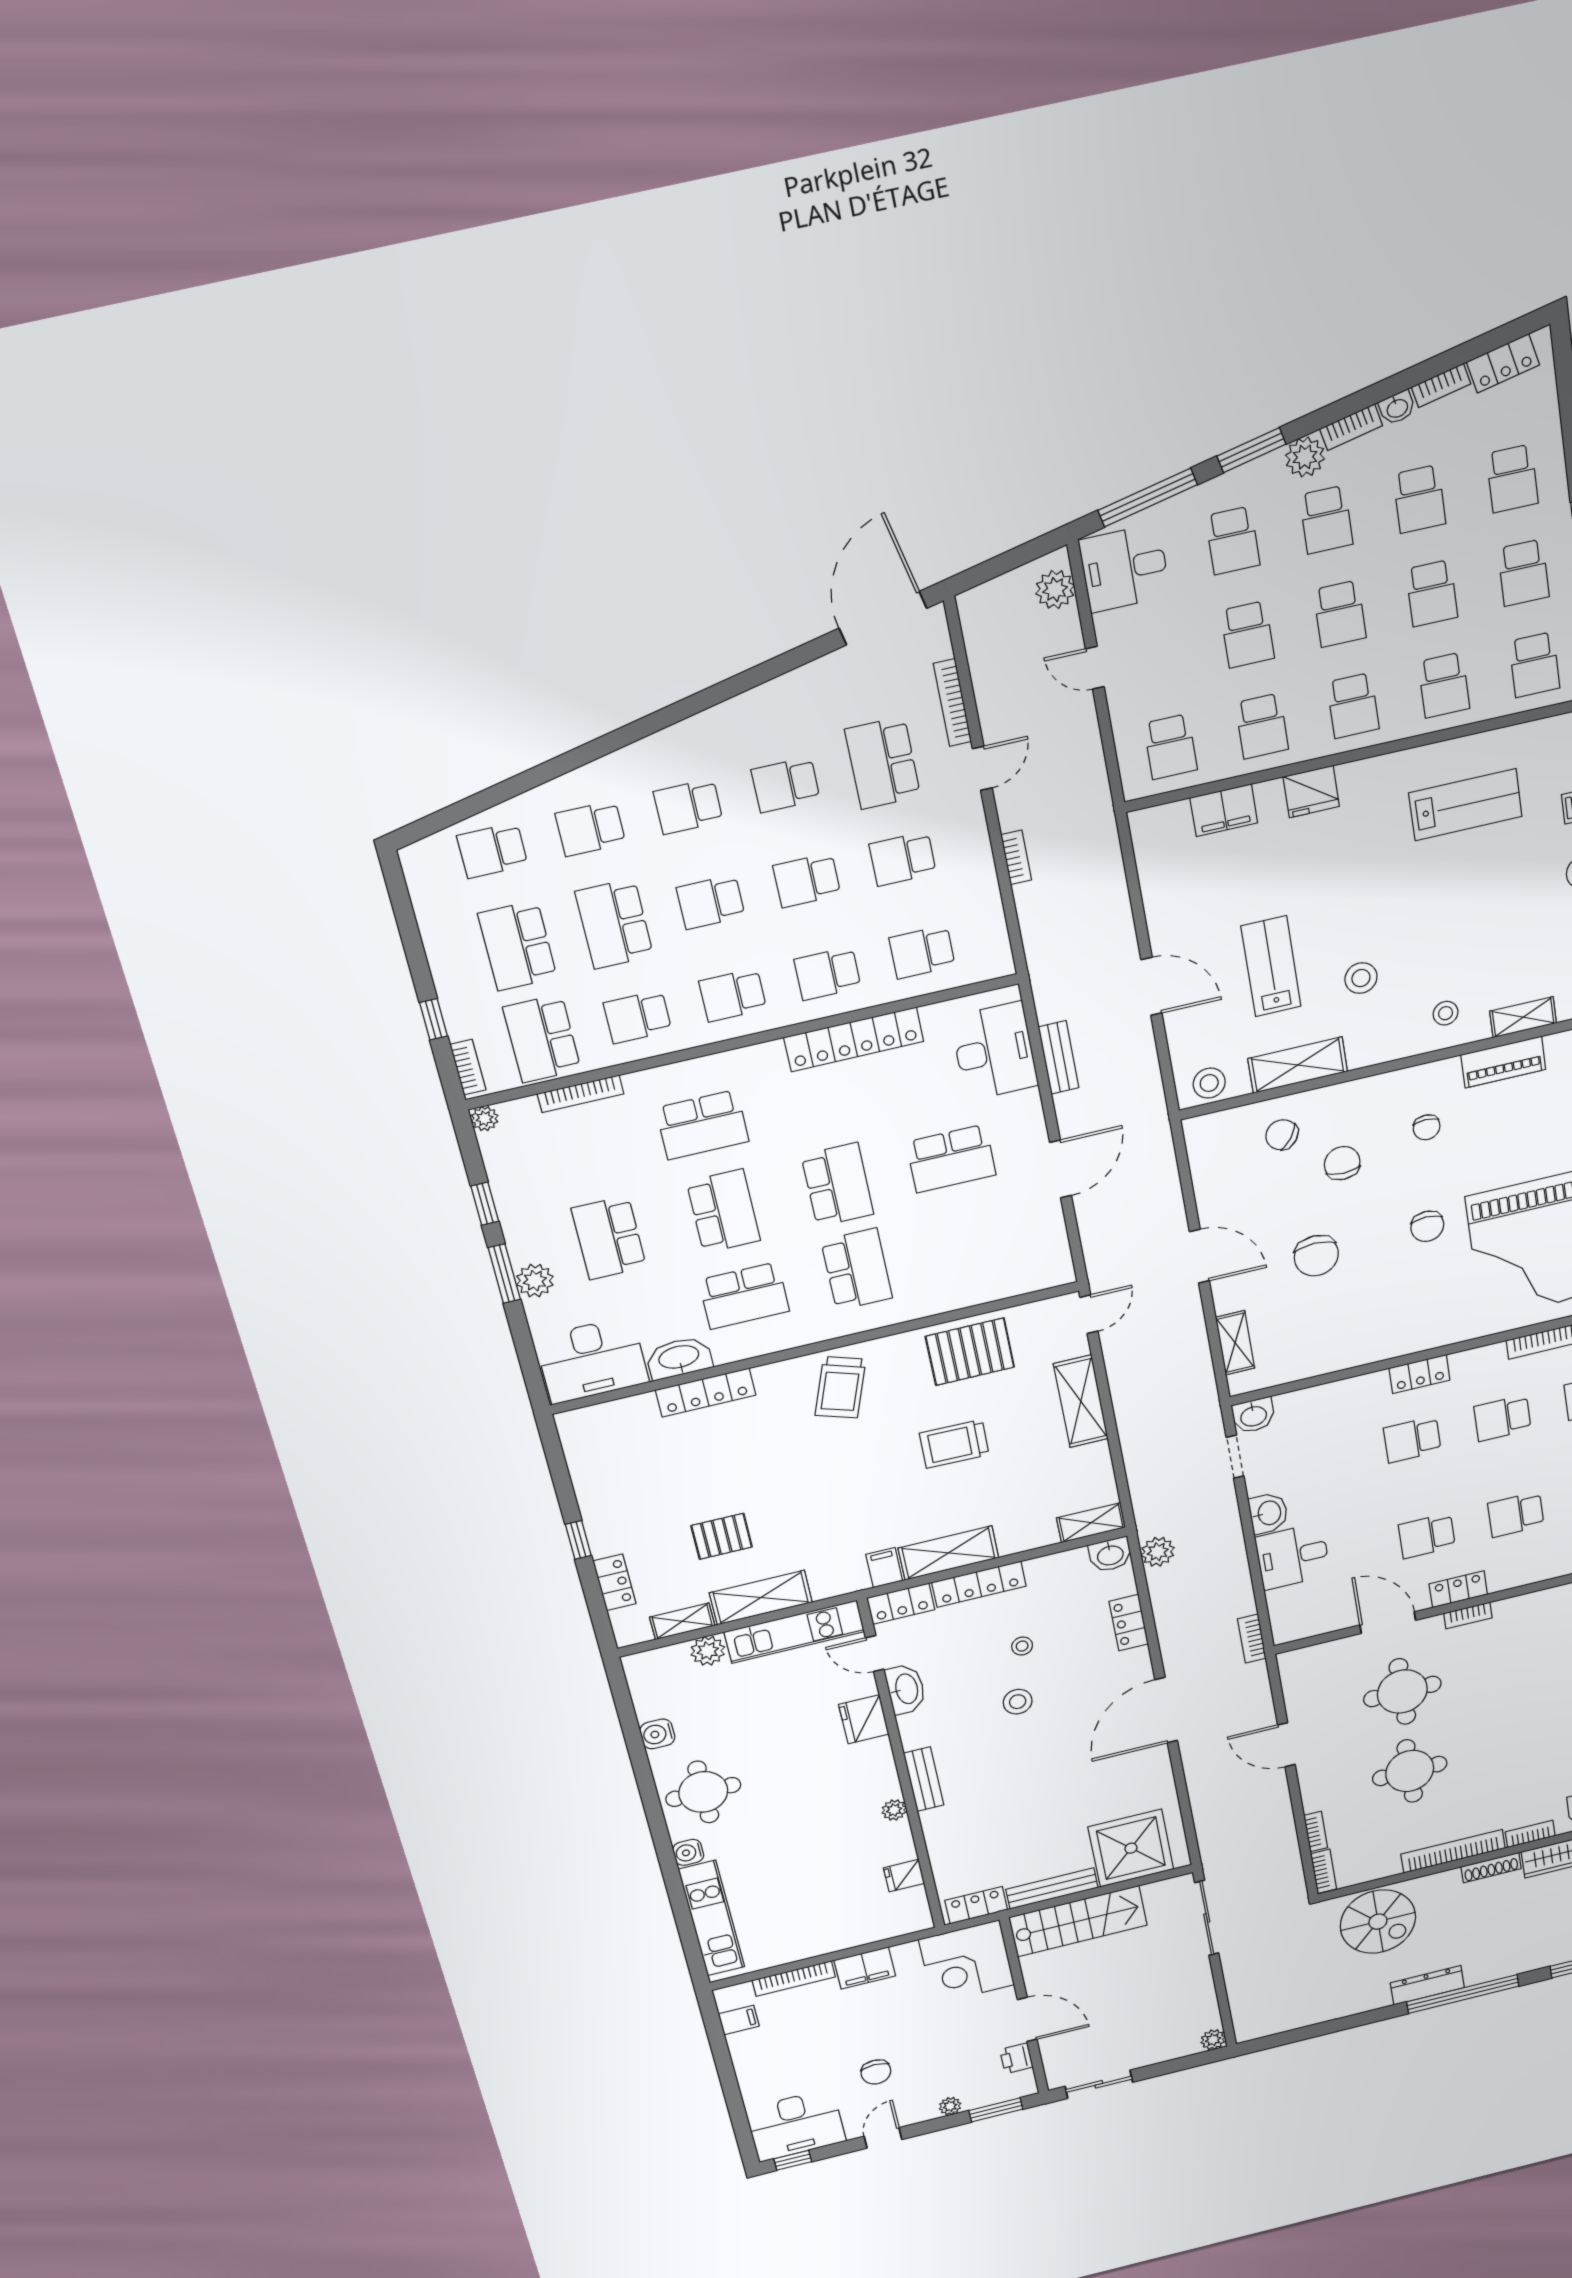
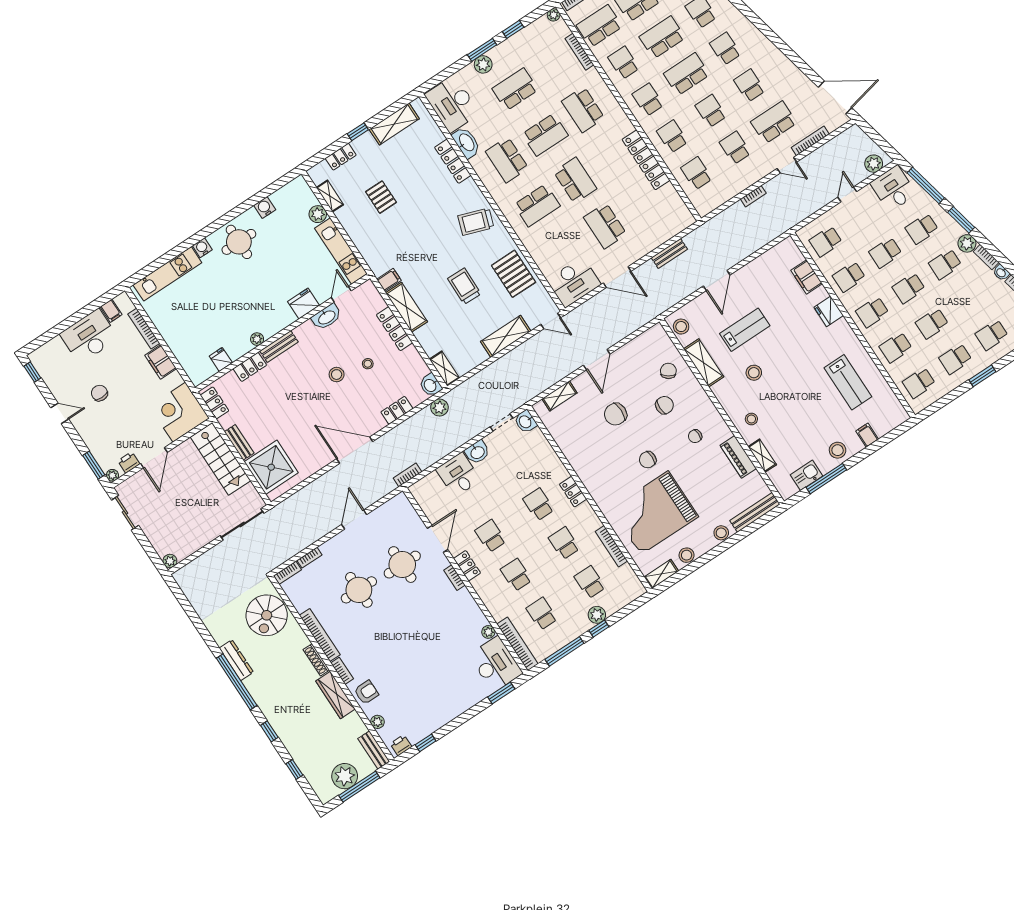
school desk: (1419, 499) -> (968, 300), removed
school desk: (711, 902) -> (687, 74), width x1.85
desk: (994, 1051) -> (574, 282), moved
school desk: (837, 1185) -> (575, 180), turned -90
shelving: (761, 1598) -> (394, 124), moved, turned 90
locker: (901, 1604) -> (250, 367), moved, turned -90
bench: (1052, 1889) -> (239, 442), width x0.73
chair: (876, 2072) -> (99, 393), turned 90
plant: (950, 2106) -> (112, 475), moved
desk: (796, 2125) -> (89, 336), moved, turned 90

